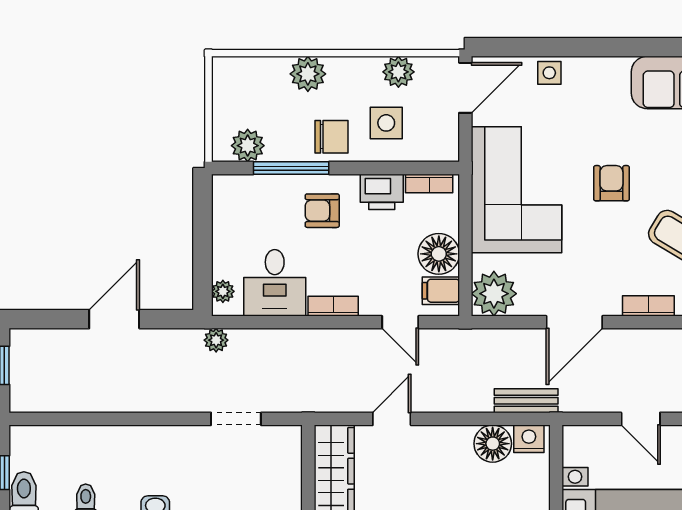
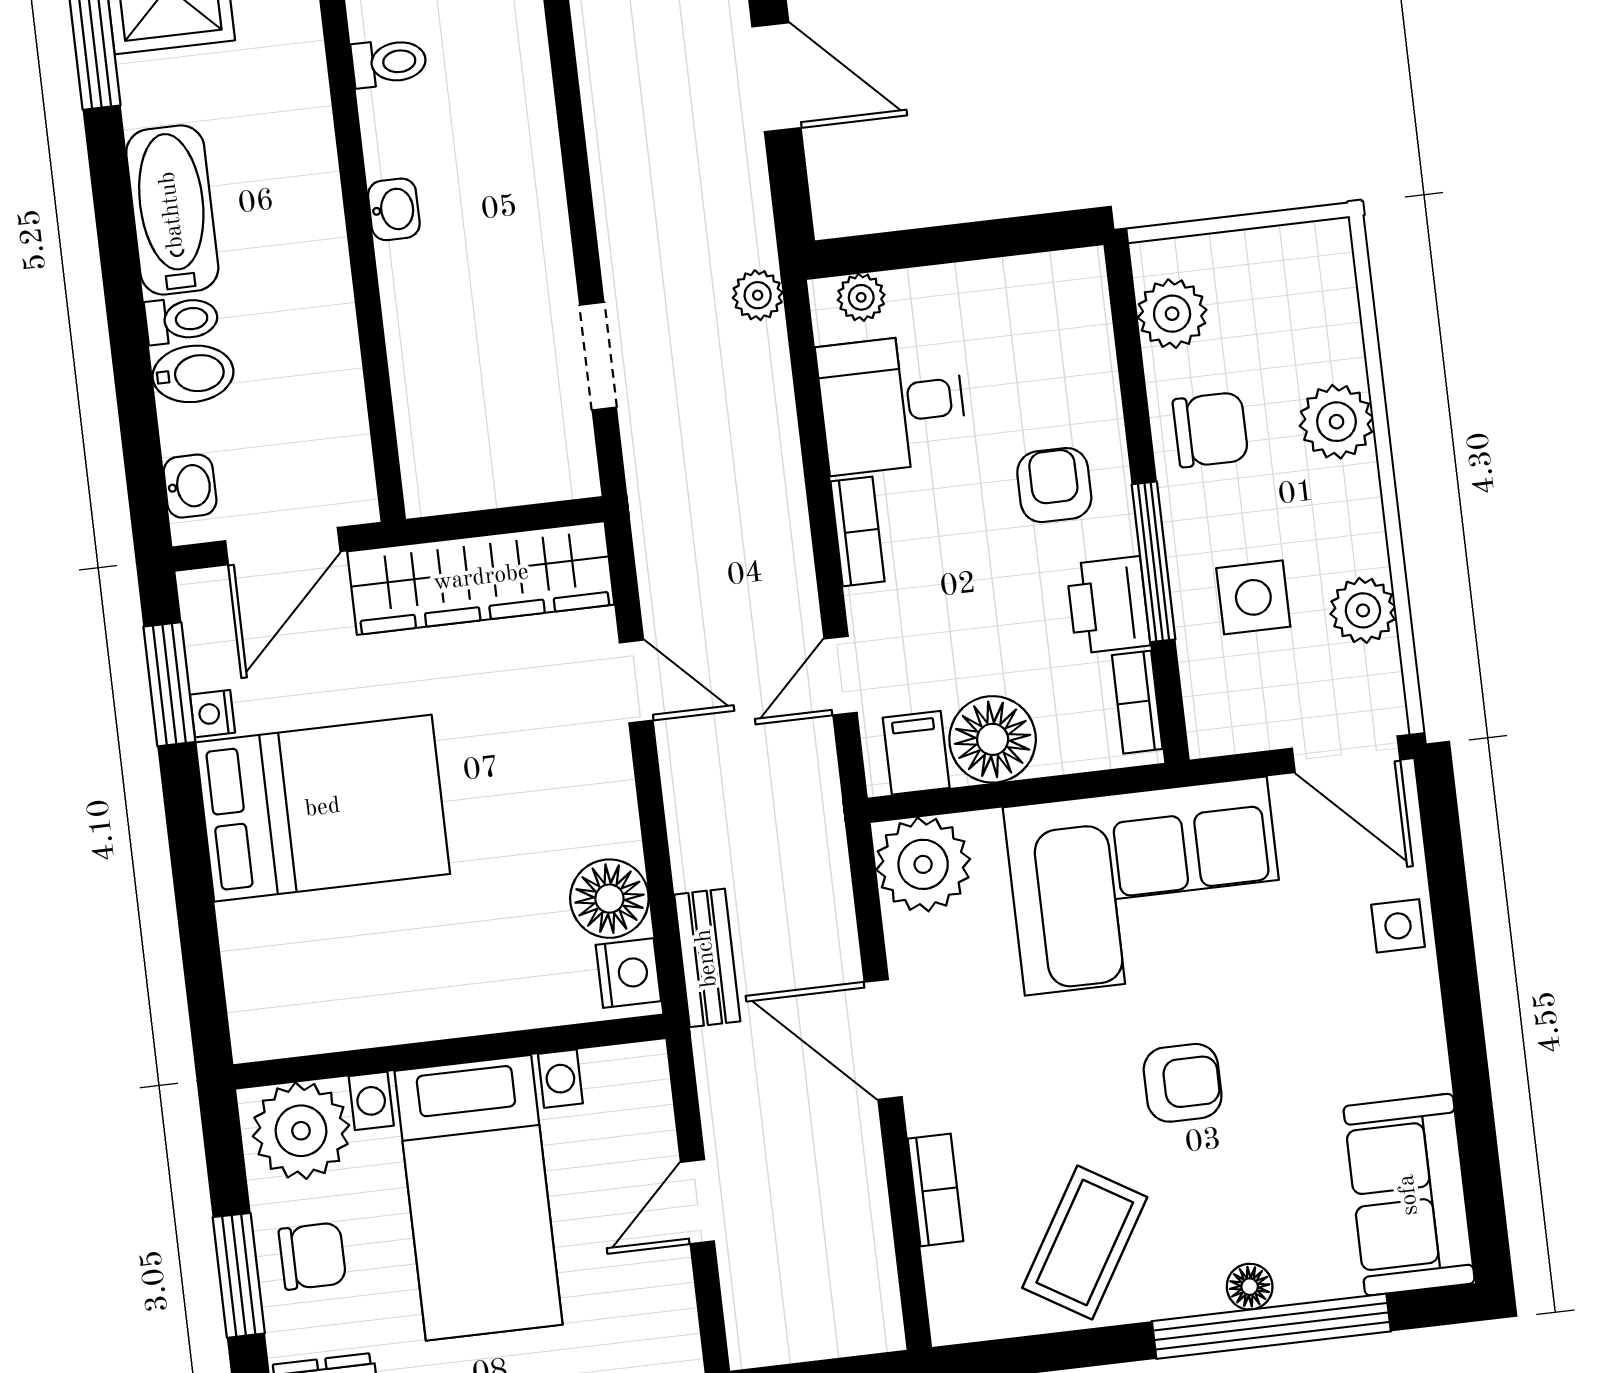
chair: (332, 137) -> (1210, 430), moved, turned -90
window: (291, 168) -> (1154, 562), moved

